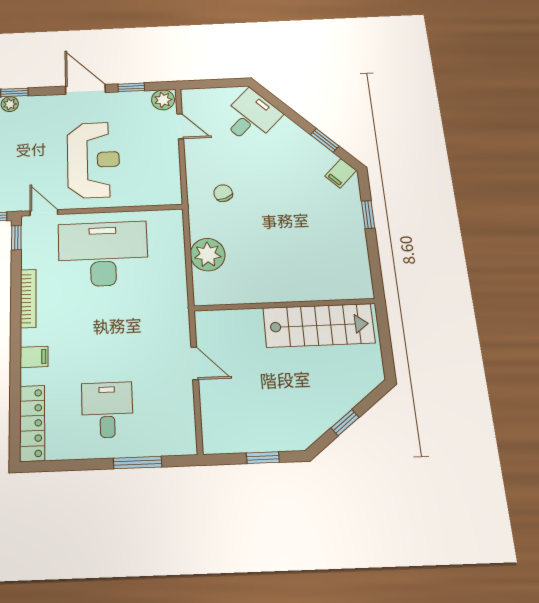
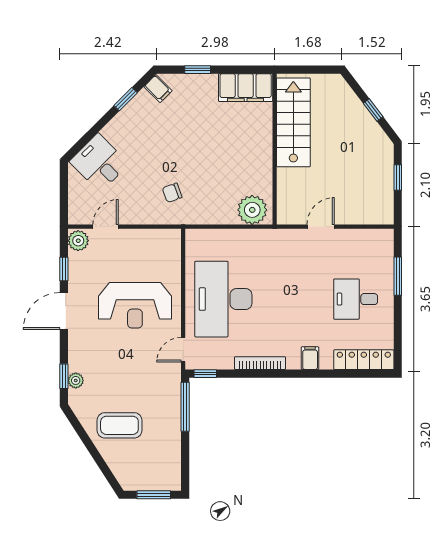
reception desk: (93, 160) -> (135, 305), turned 180
plant: (208, 255) -> (252, 210), moved
filing cabinet: (354, 268) -> (246, 88), added

